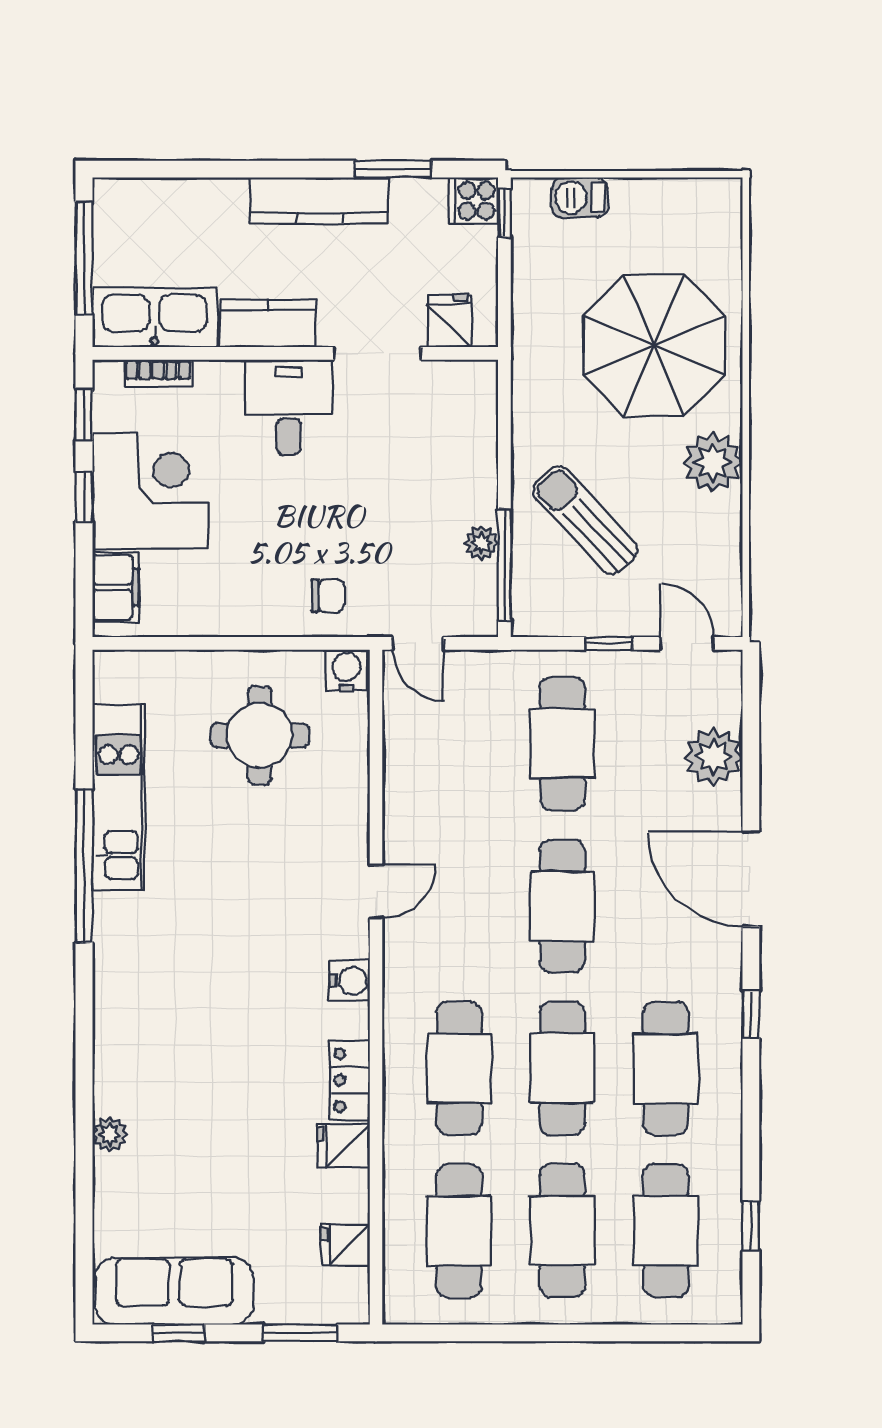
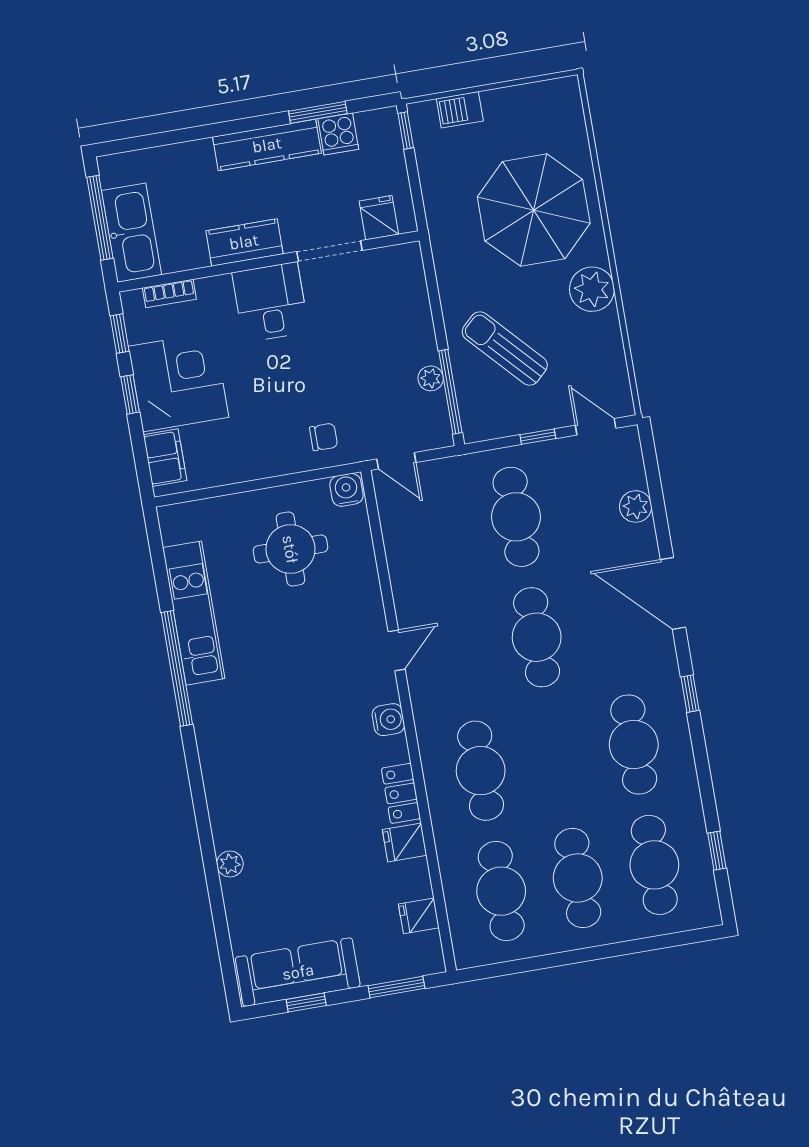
cooker: (474, 201) -> (338, 134), moved, turned -90
kitchen sink: (154, 317) -> (131, 233), moved, turned 90
plant: (714, 757) -> (636, 506), width x0.73, depth x0.73
cafe table: (562, 1068) -> (557, 758), removed

